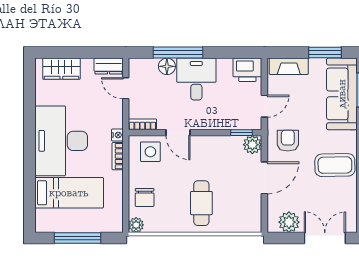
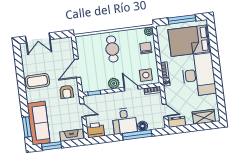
door: (264, 106) -> (83, 110), swing flipped
plant: (252, 145) -> (114, 83), moved
bed: (69, 193) -> (190, 41), width x1.50
plant: (289, 222) -> (60, 44), removed

